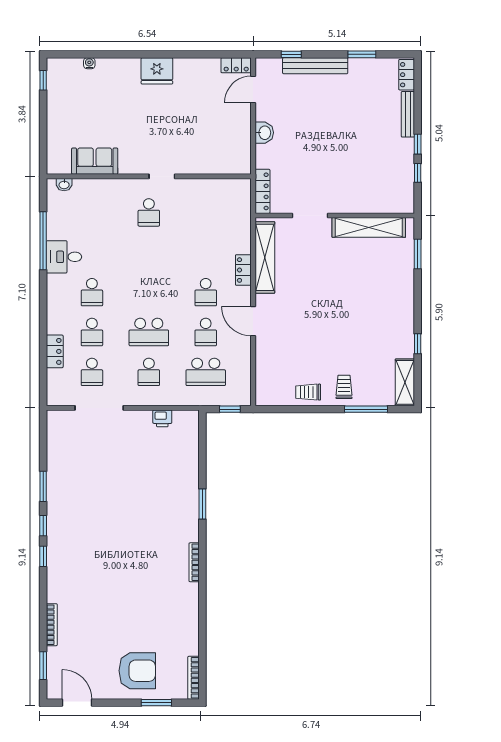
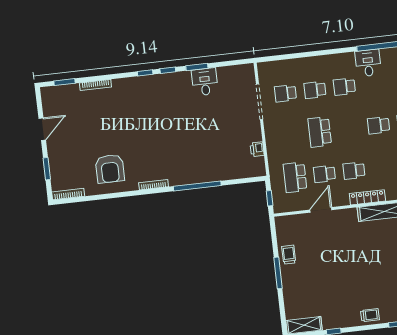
locker: (243, 270) -> (367, 197), width x1.53
door: (253, 321) -> (321, 210), moved
locker: (55, 351) -> (297, 64), removed
school desk: (149, 372) -> (379, 125), moved
trolley: (344, 387) -> (370, 315), moved
window: (366, 409) -> (278, 273), moved
desk: (64, 478) -> (205, 82), added
window: (202, 504) -> (197, 186), width x2.11
armchair: (137, 671) -> (110, 169), moved
door: (77, 703) -> (42, 129), moved

